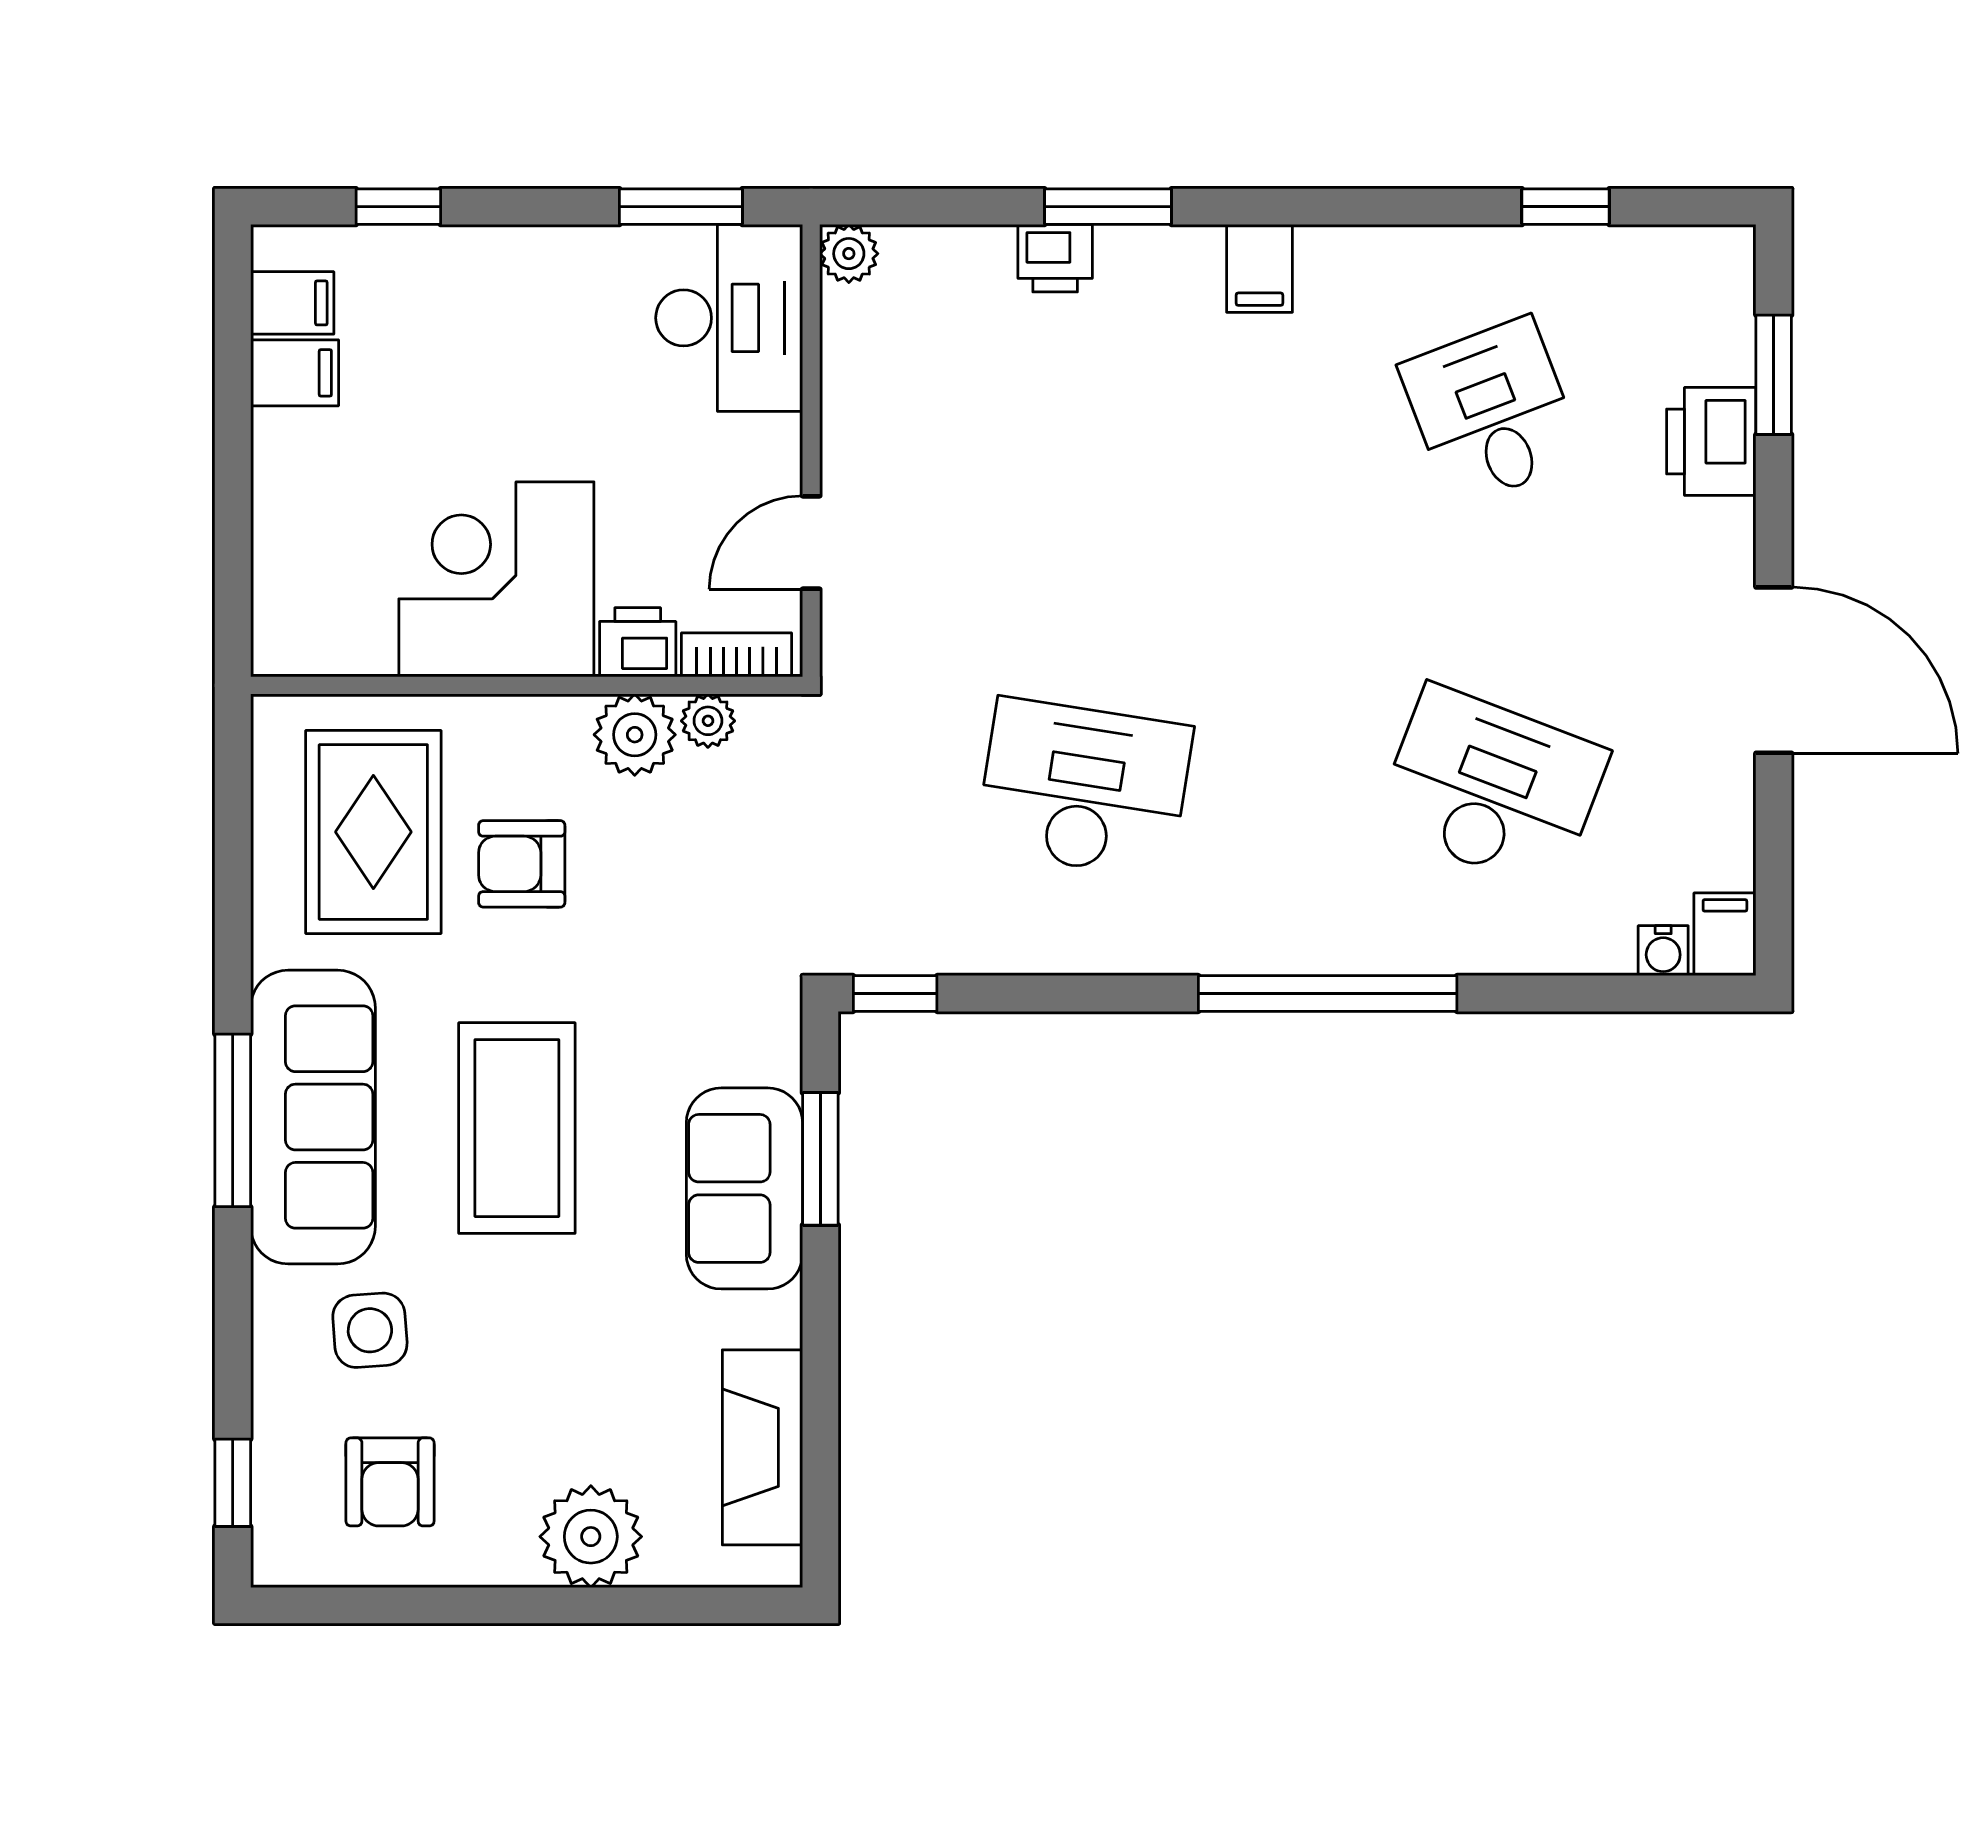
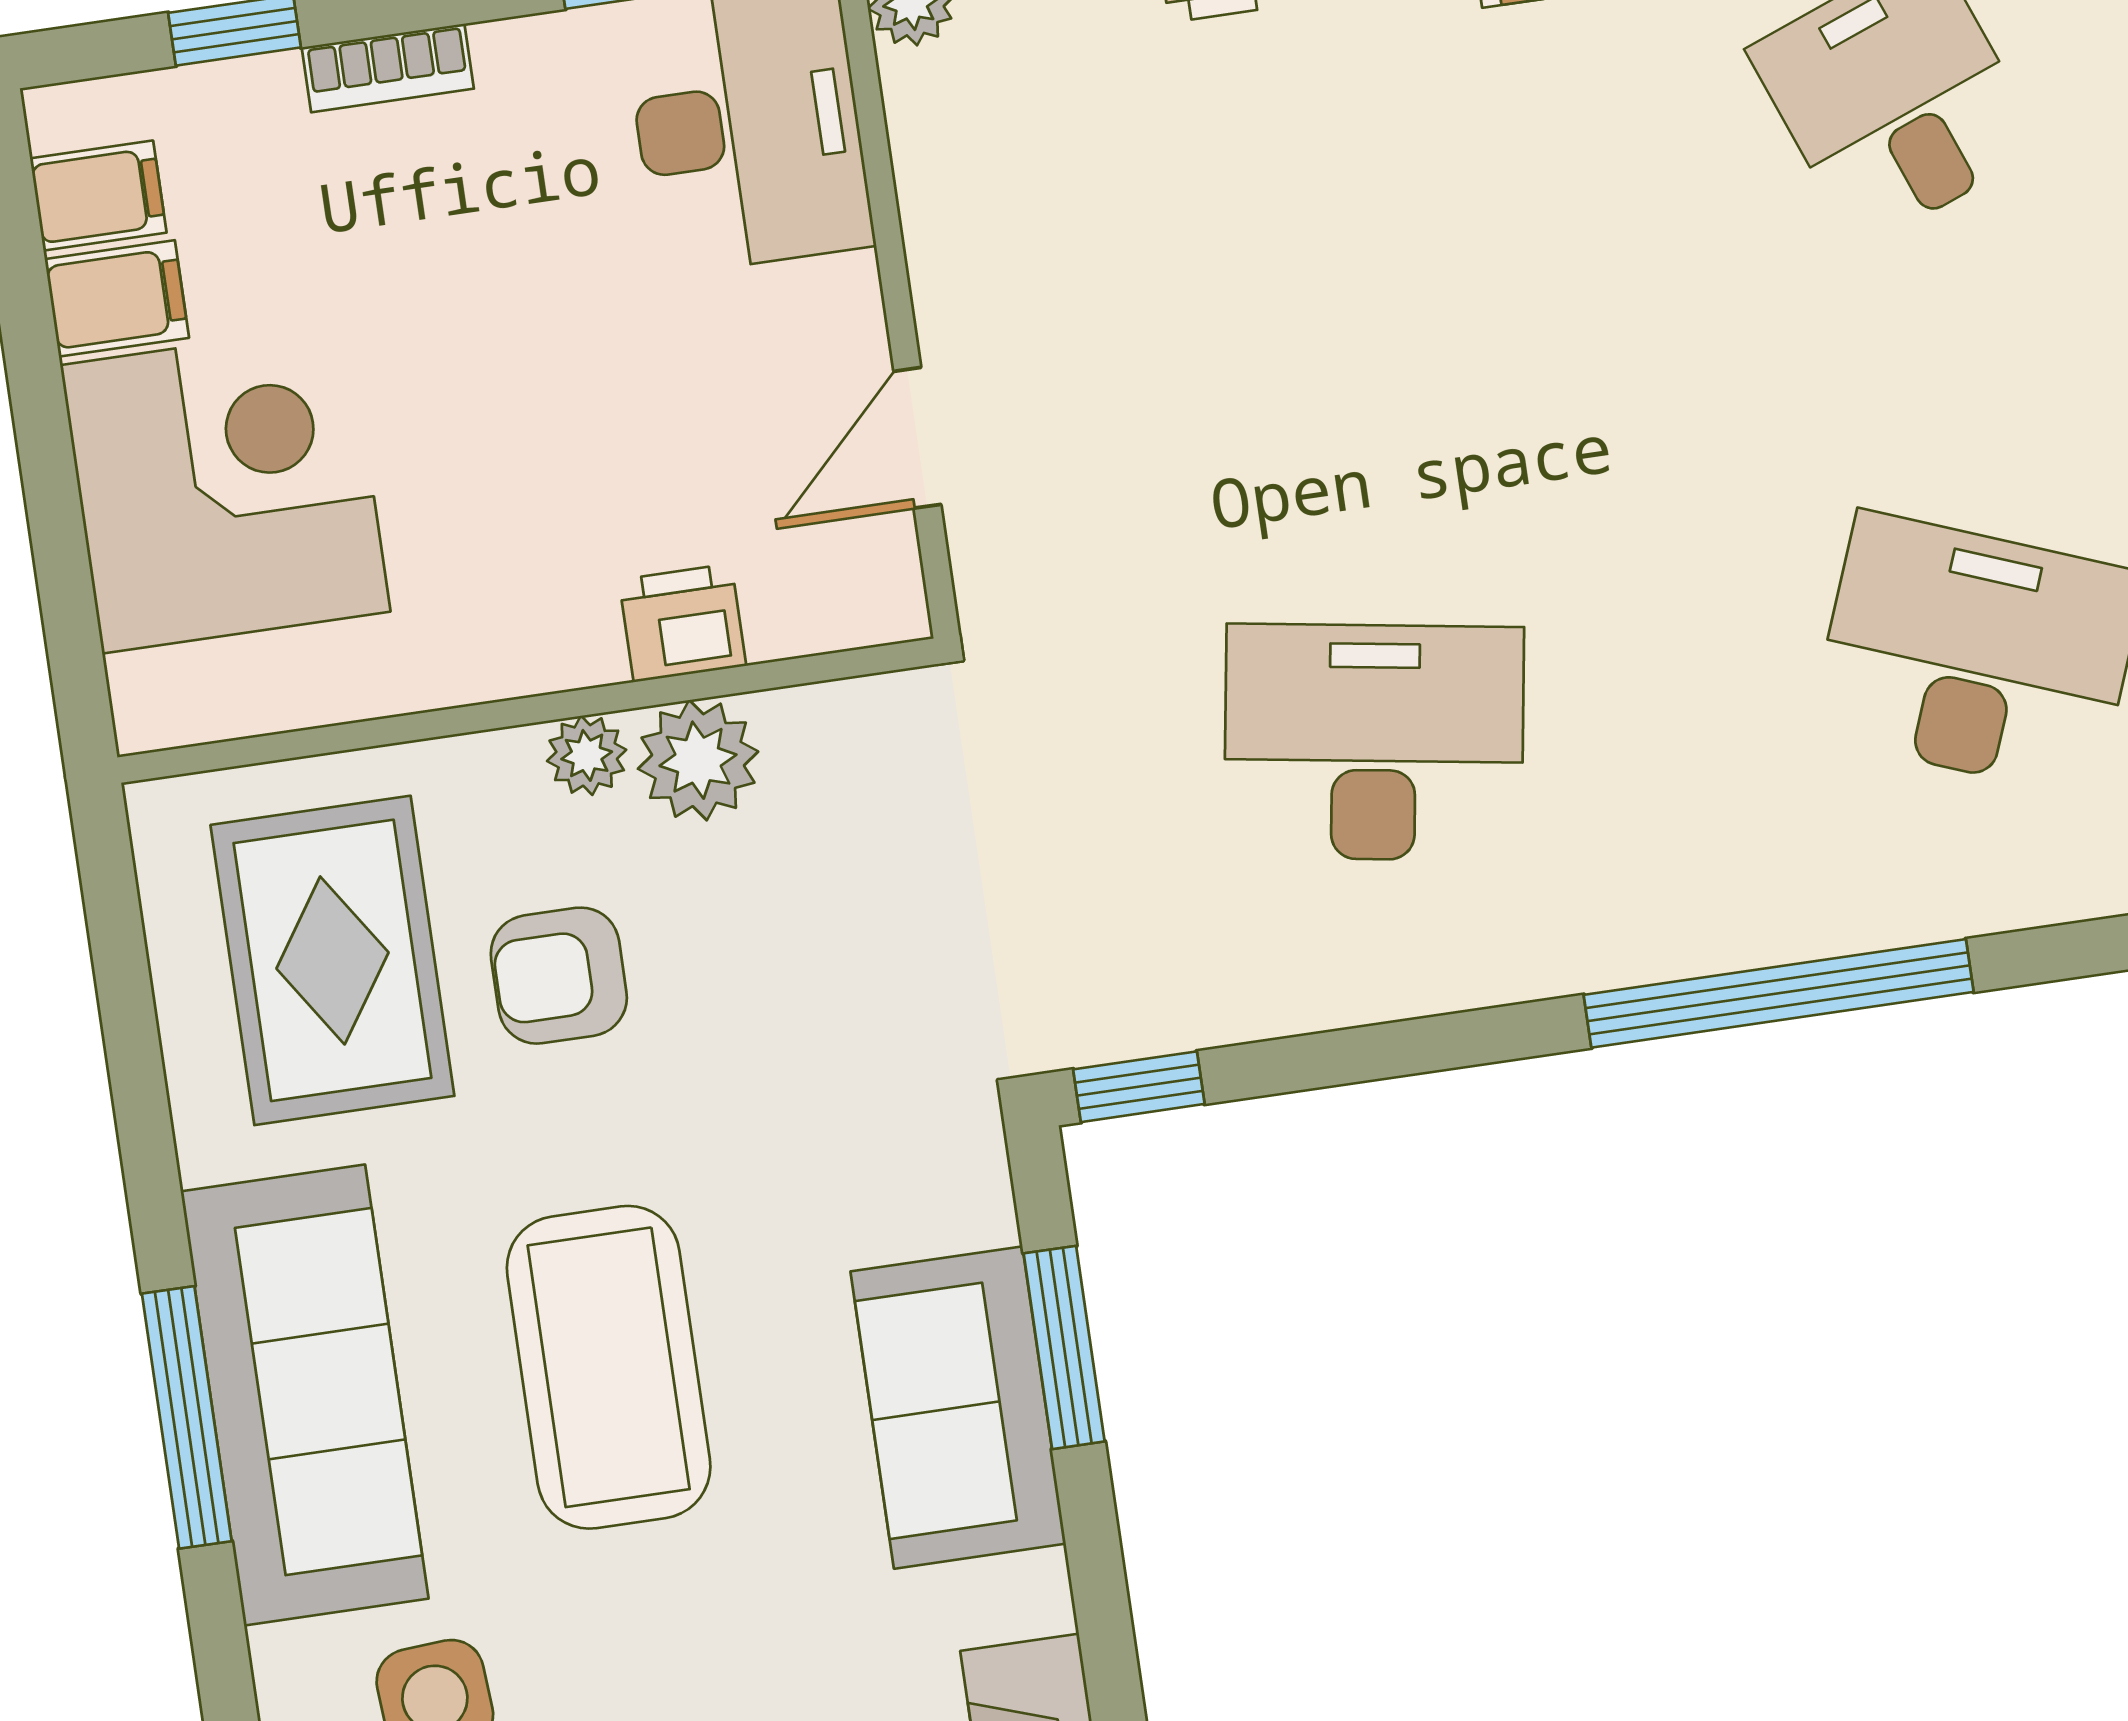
corner desk: (496, 579) -> (225, 488), moved, turned 90
bookcase: (737, 655) -> (388, 68), moved, turned 180
plant: (708, 721) -> (587, 755), moved

